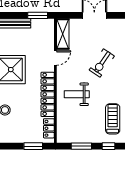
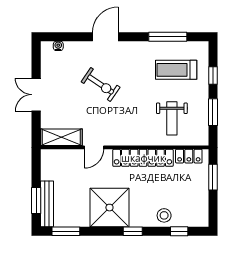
window: (38, 15) -> (36, 201), moved
door: (55, 58) -> (94, 147), swing flipped
weight bench: (77, 94) -> (172, 118), moved

